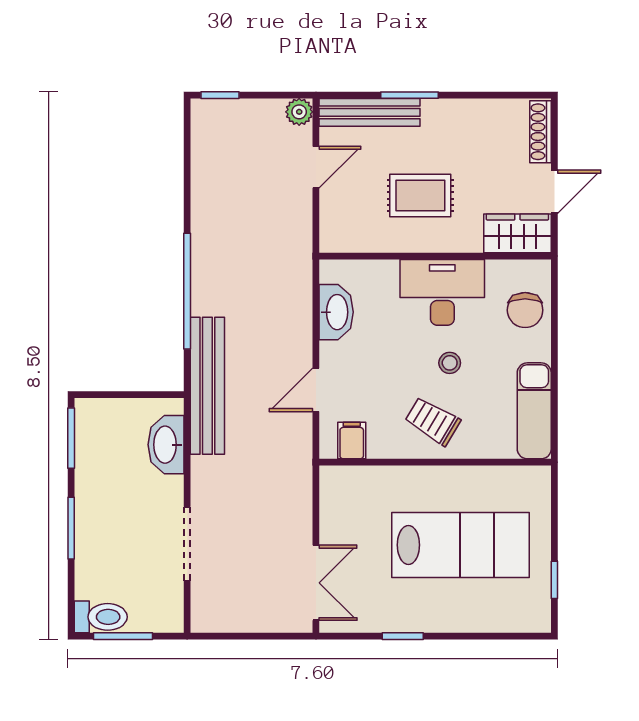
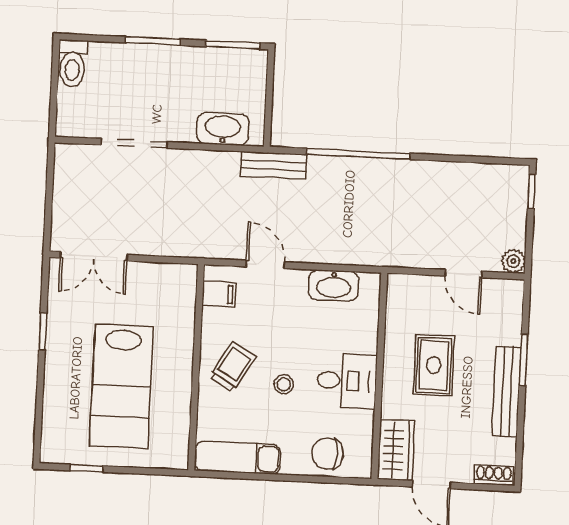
bench: (369, 112) -> (507, 391), moved
shoe rack: (540, 132) -> (494, 475), width x0.70
desk: (442, 292) -> (347, 381), width x0.73
bench: (207, 386) -> (274, 165), width x0.54, depth x0.82
window: (123, 636) -> (54, 82), removed

